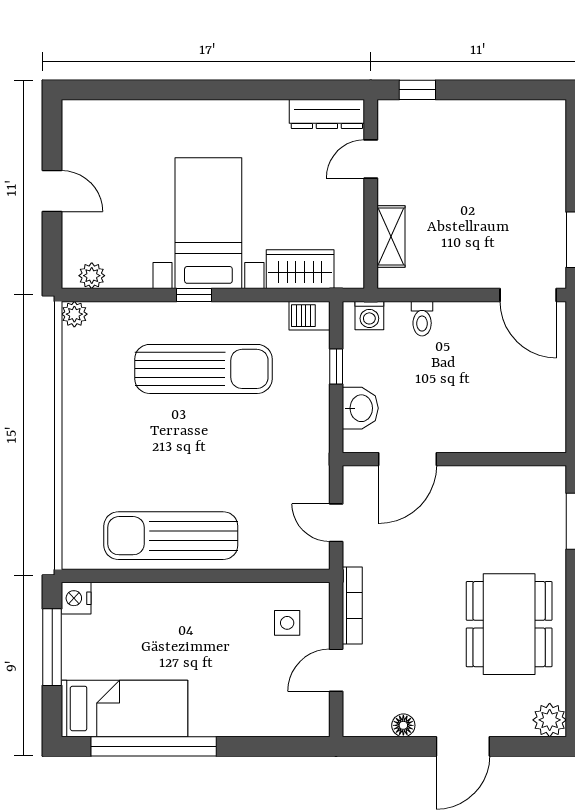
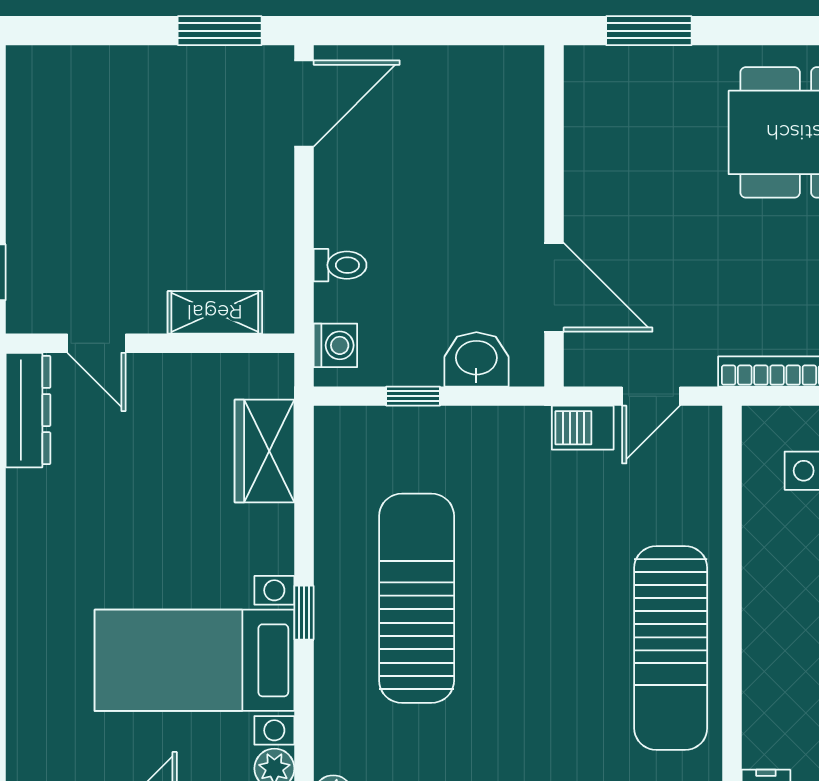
bed with nightstands: (208, 223) -> (194, 660), moved
barbecue: (309, 316) -> (583, 428), moved, turned 90

